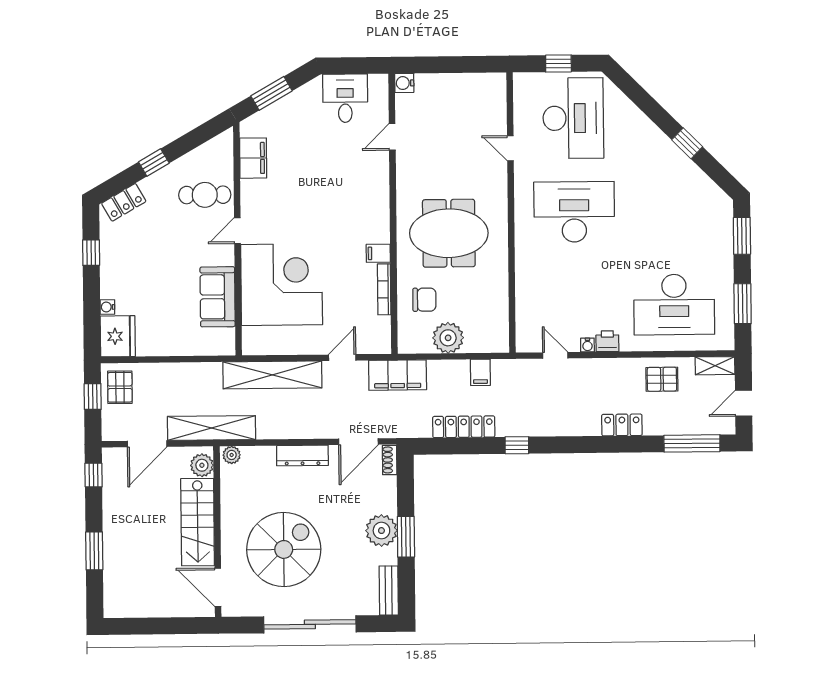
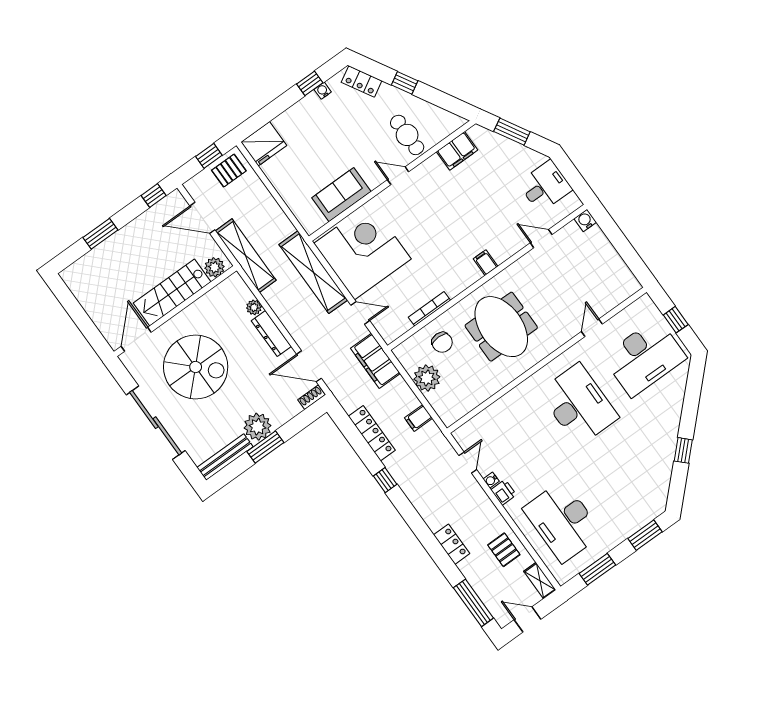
filing cabinet: (378, 253) -> (486, 263), moved
corner desk: (282, 285) -> (362, 251), moved, turned -90
water cooler: (107, 307) -> (323, 91), moved
plant: (232, 455) -> (254, 307), moved
bench: (389, 591) -> (225, 457), width x1.36

